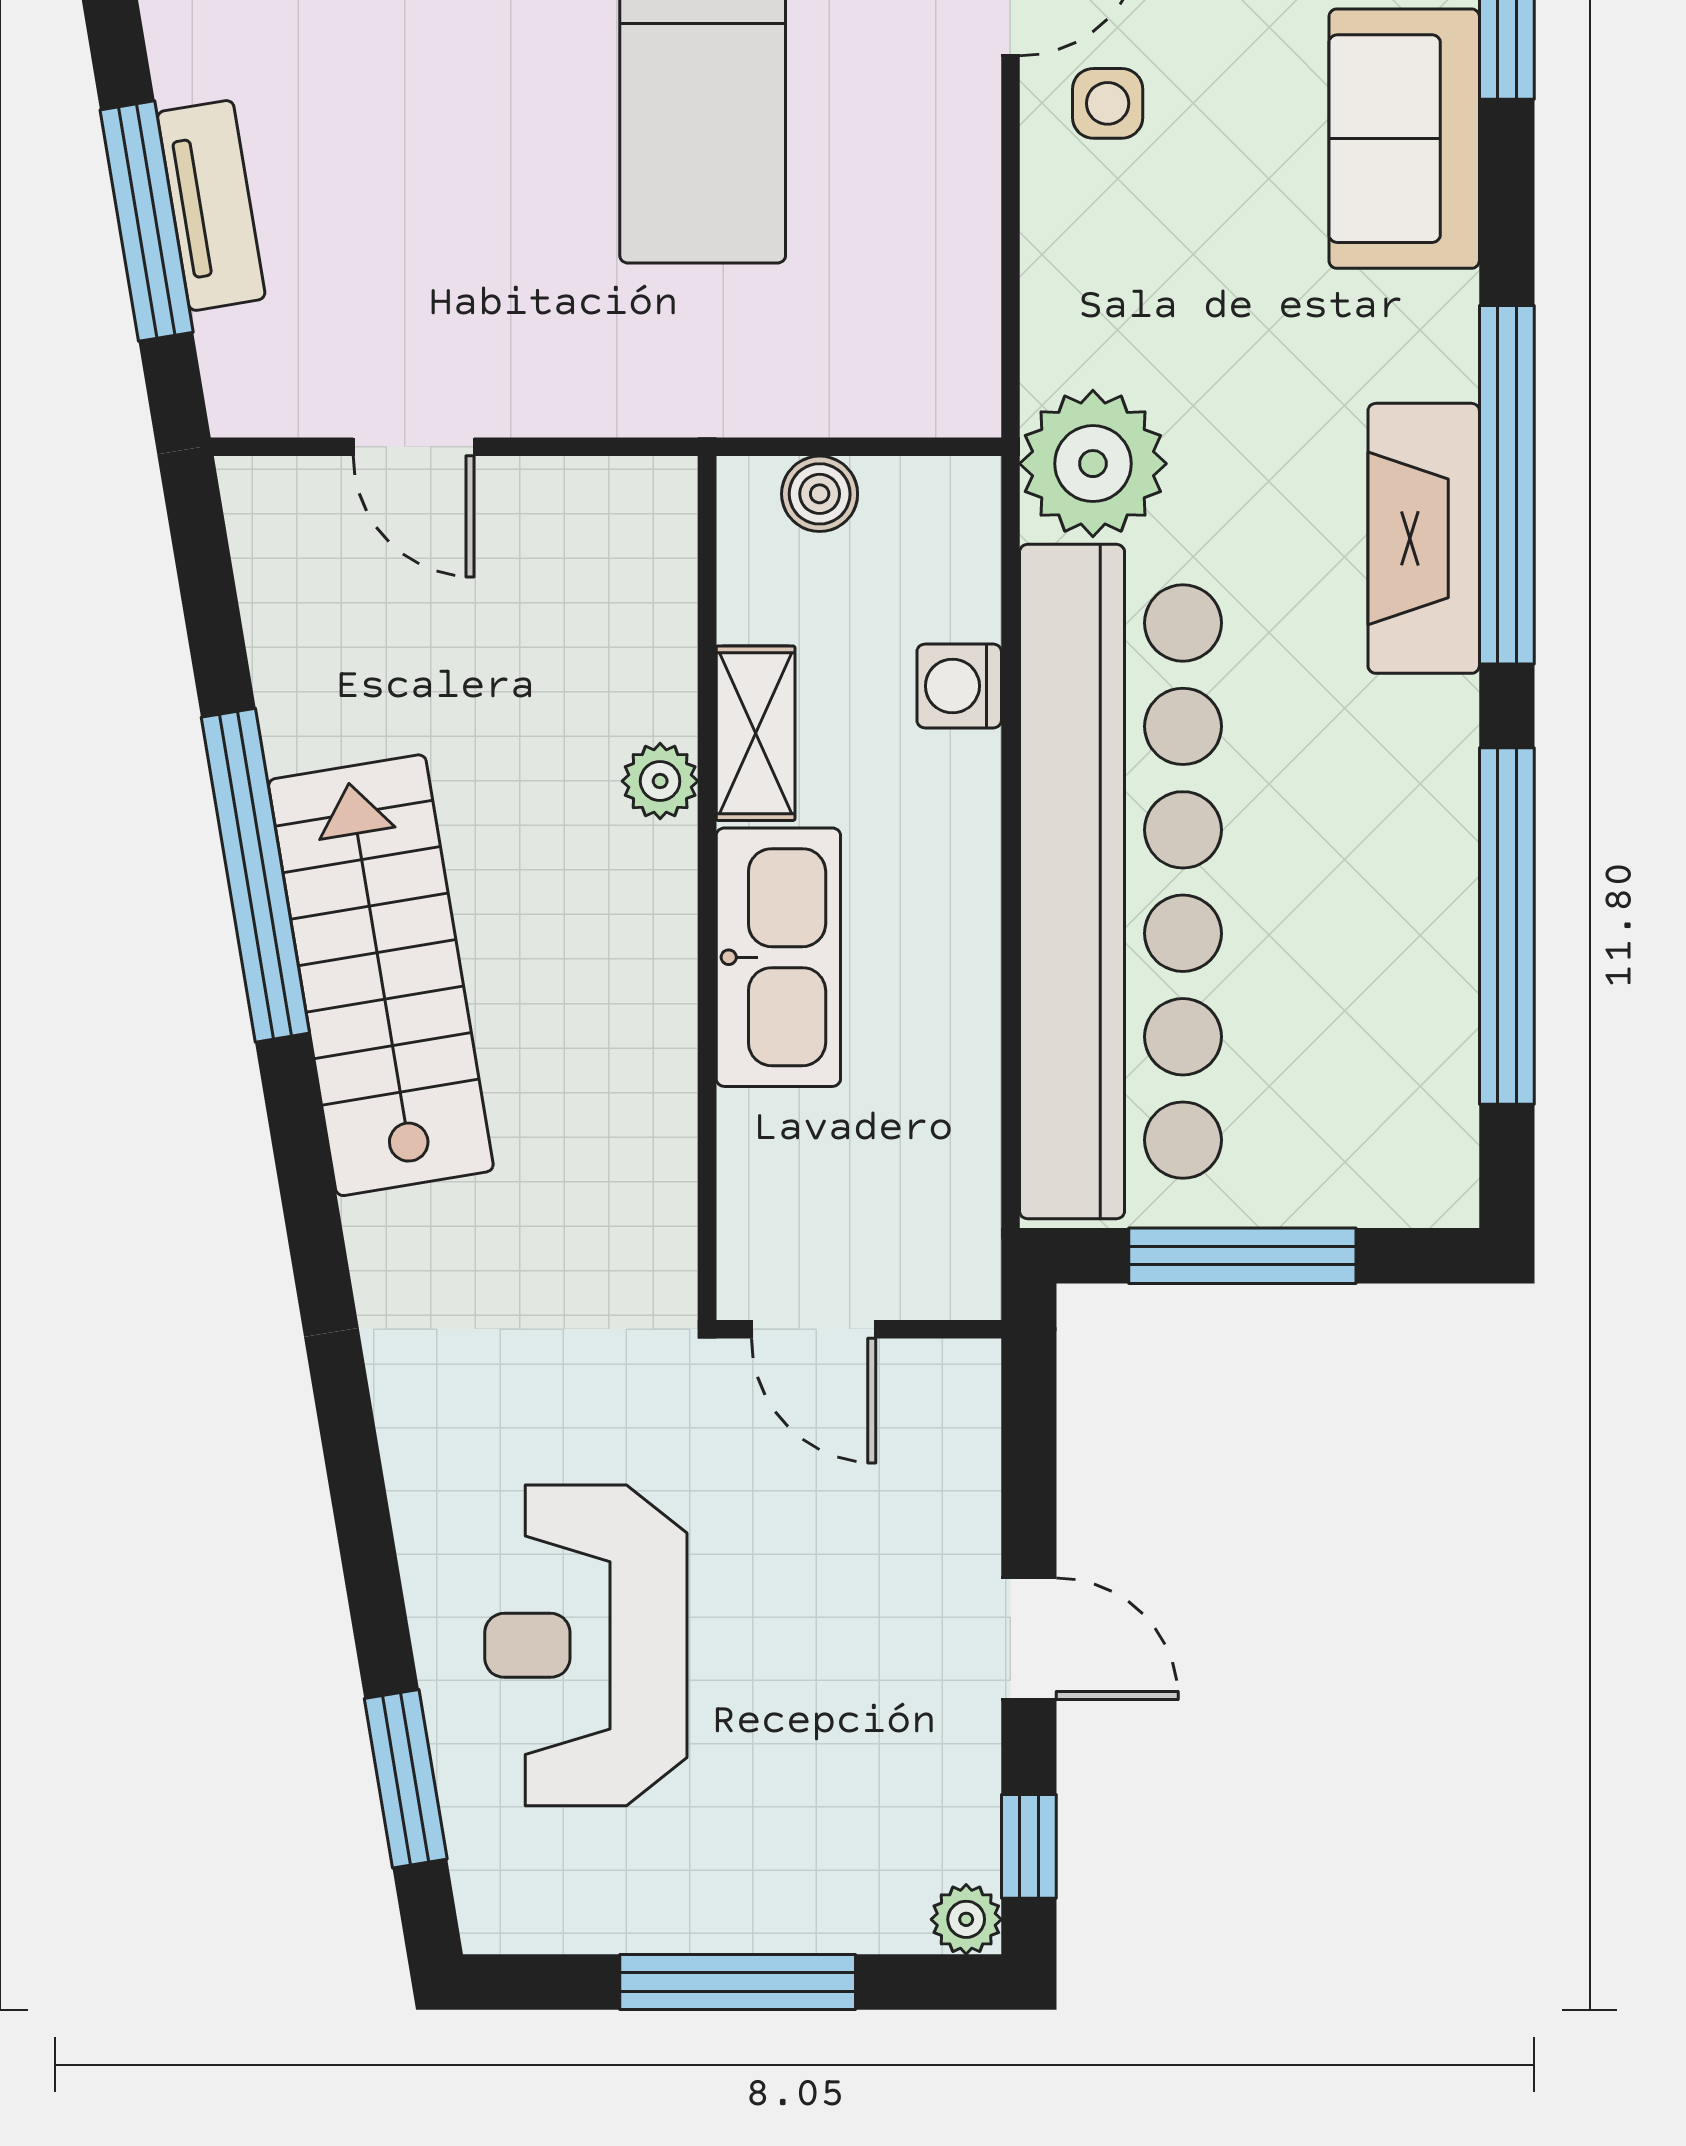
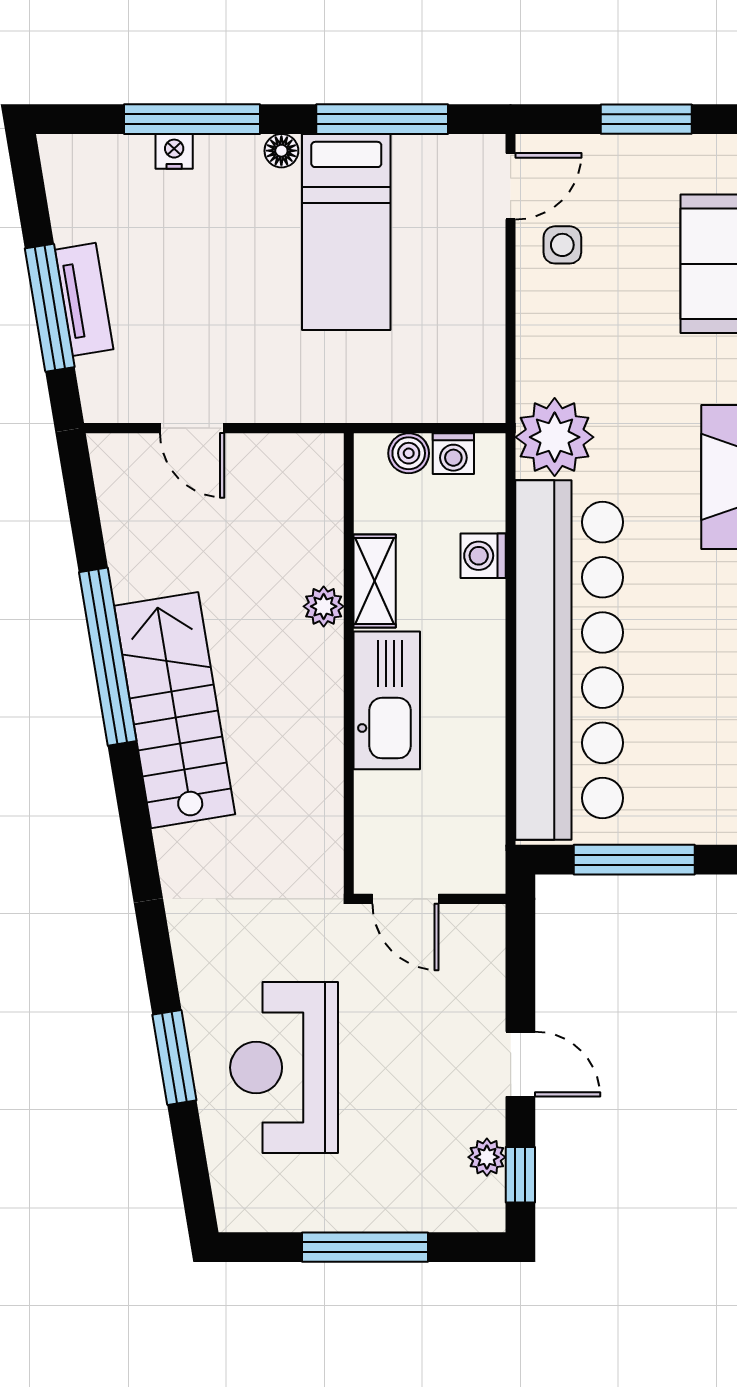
washing machine: (903, 494) -> (453, 454), added
window: (406, 1779) -> (174, 1057), moved
plant: (966, 1919) -> (487, 1157), moved

